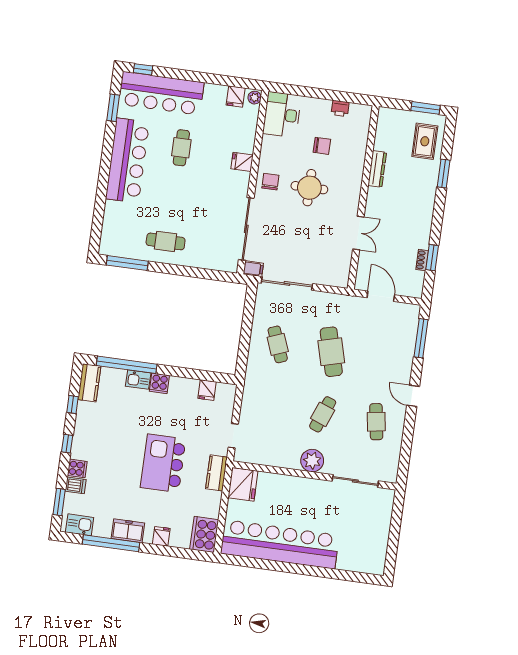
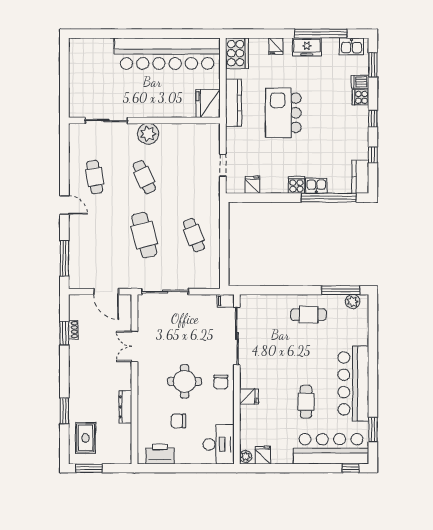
printer: (340, 108) -> (160, 454), width x1.87, depth x1.48
plant: (116, 249) -> (353, 302), added
sliding door: (287, 283) -> (165, 292), moved
cafe table: (323, 414) -> (144, 177), turned -45
doorway: (233, 436) -> (223, 165), moved
kitchen island: (163, 463) -> (283, 113), turned 180
kitchen counter: (216, 473) -> (234, 103), width x1.50

